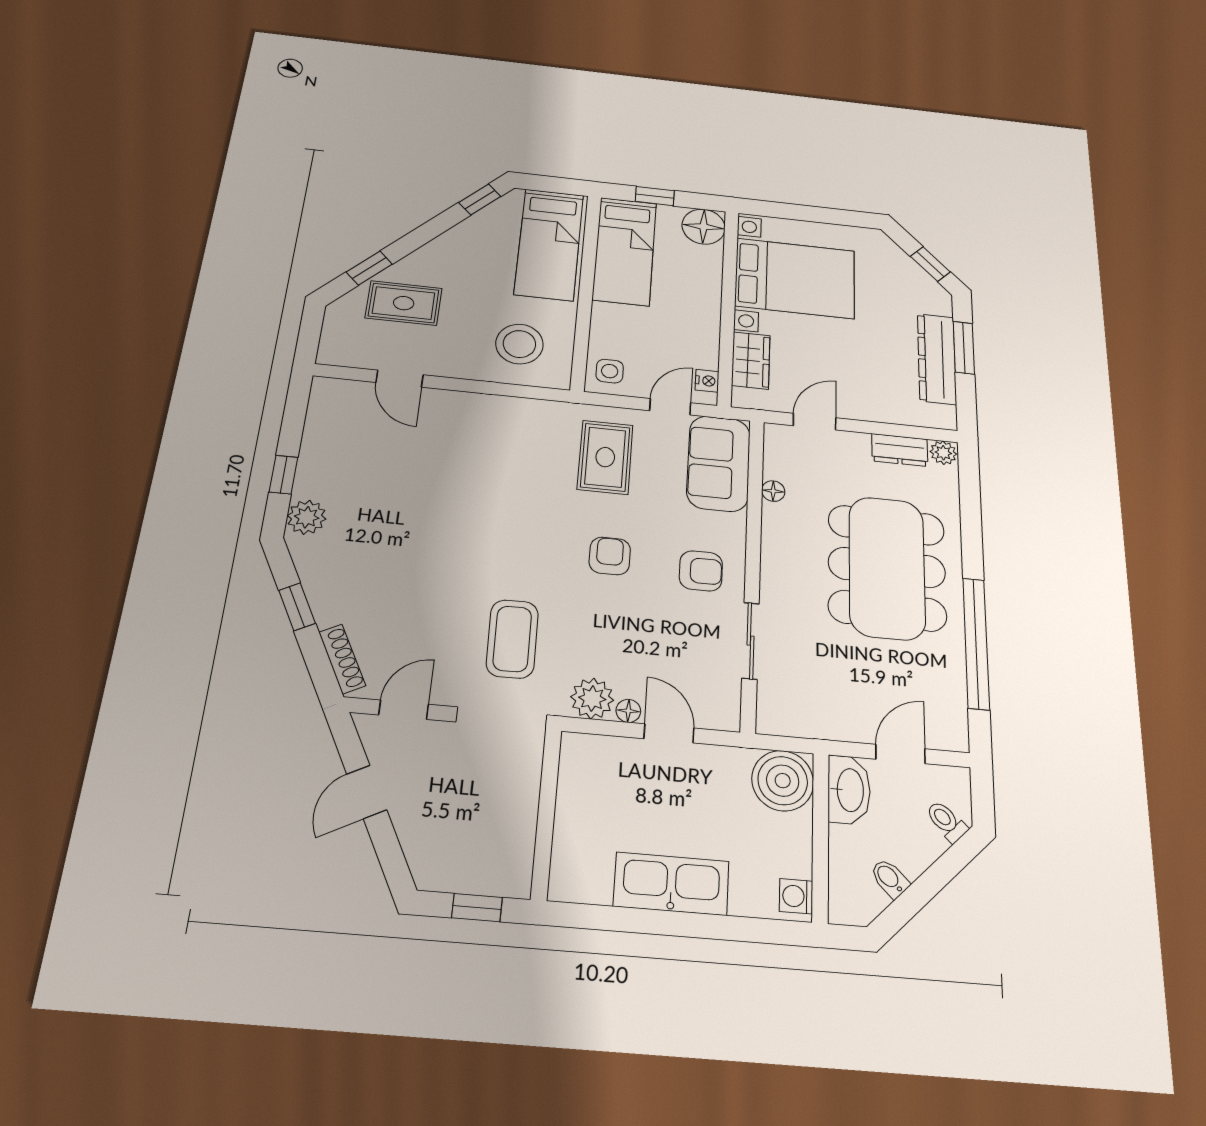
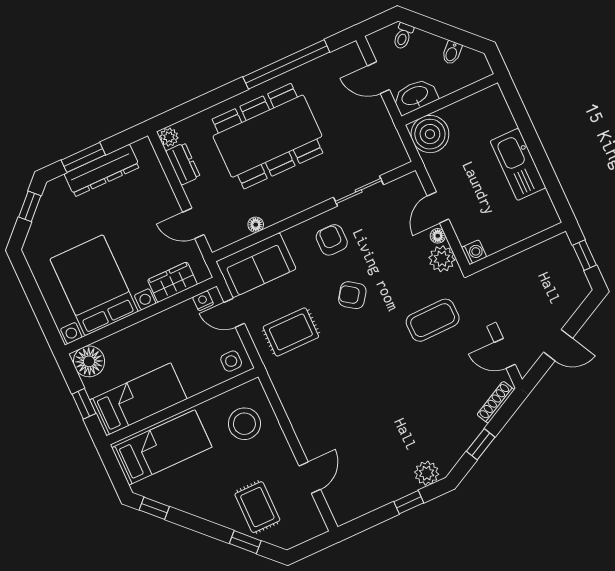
armchair: (610, 556) -> (352, 295), turned 35
washing machine: (796, 896) -> (474, 252), moved, turned -90

